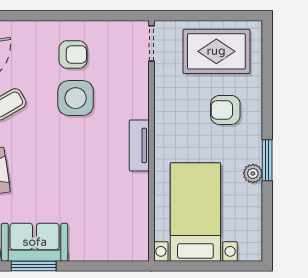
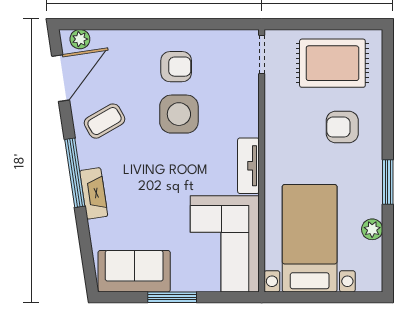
plant: (253, 173) -> (372, 229), moved
corner sofa: (118, 217) -> (225, 244), added
window: (34, 266) -> (172, 297), moved

